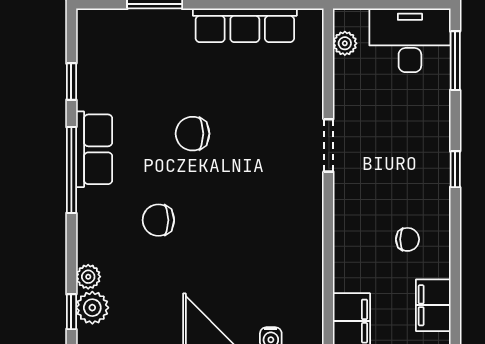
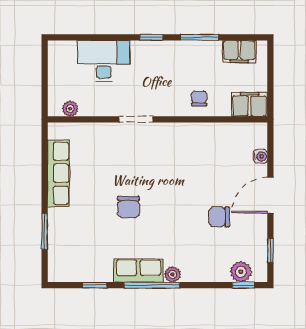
desk: (410, 40) -> (104, 61), moved, turned 90
window: (455, 61) -> (200, 37), moved
chair: (158, 220) -> (219, 217), moved, turned 90
chair: (407, 239) -> (199, 99), moved
plant: (88, 277) -> (172, 274), moved

